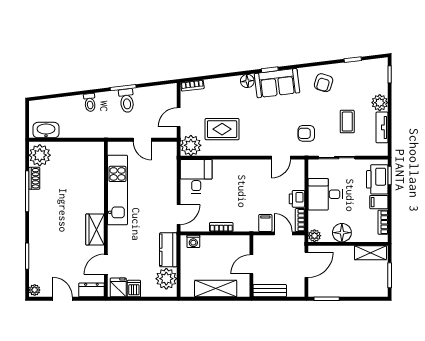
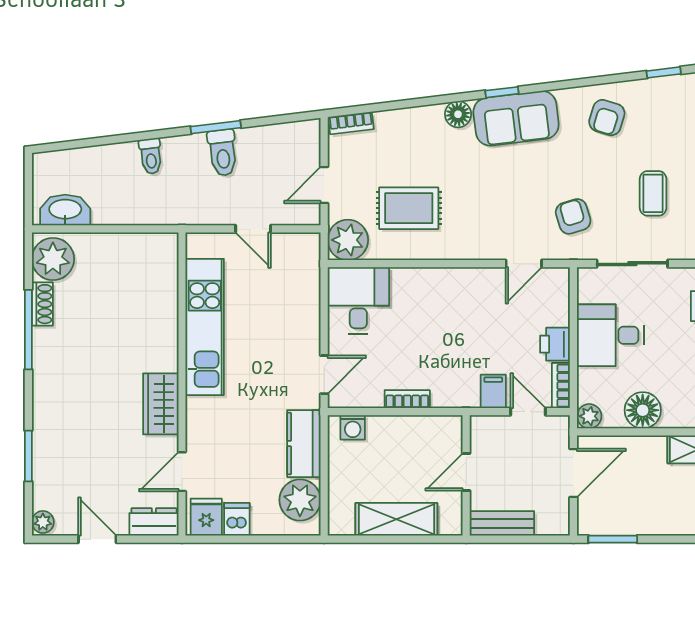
armchair: (306, 133) -> (573, 216), turned 73

